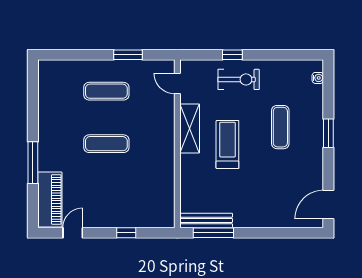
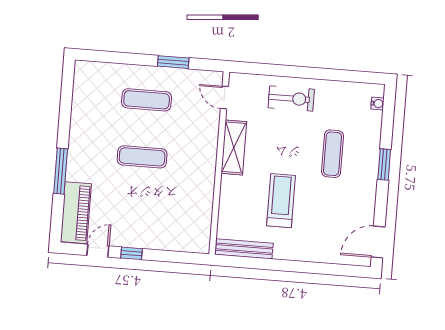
window: (232, 55) -> (287, 71), removed
treadmill: (227, 144) -> (281, 201), moved
window: (126, 233) -> (131, 253), moved
window: (213, 233) -> (251, 263), removed

